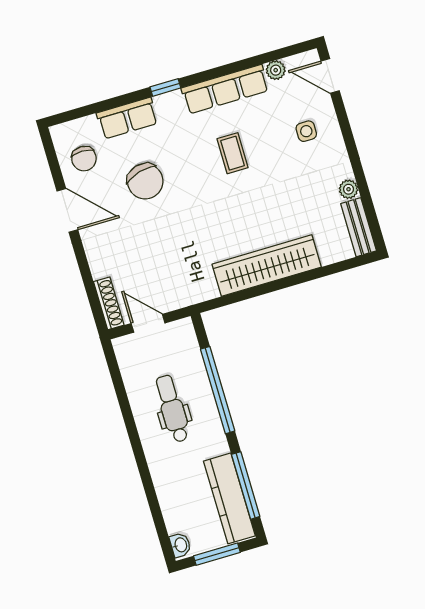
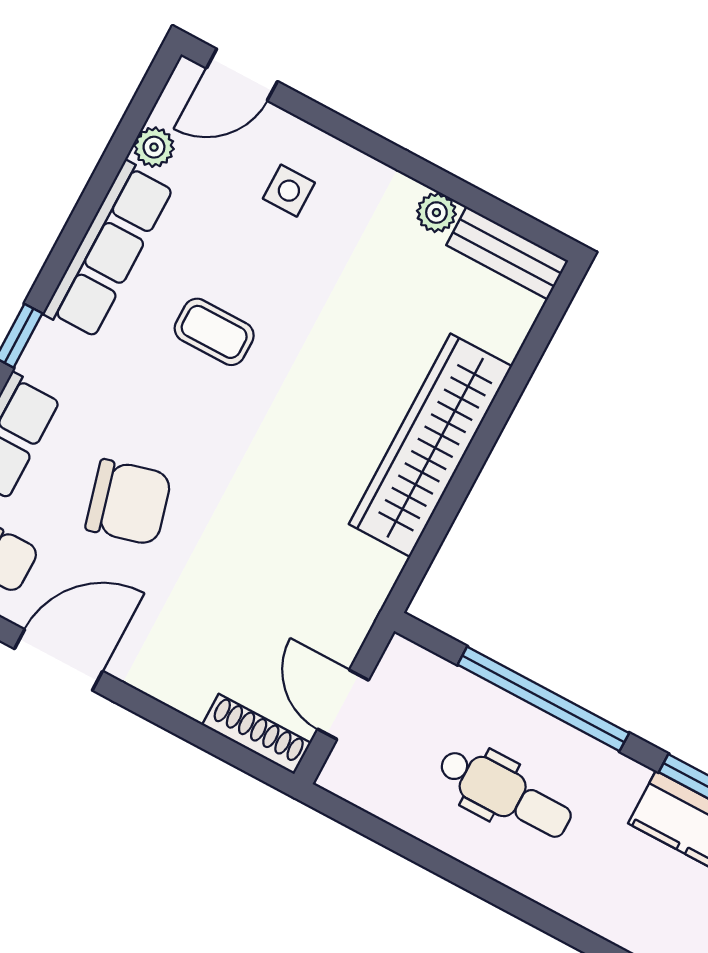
door: (148, 323) -> (343, 705), hinge flipped
dental chair: (172, 409) -> (505, 793), turned 180

